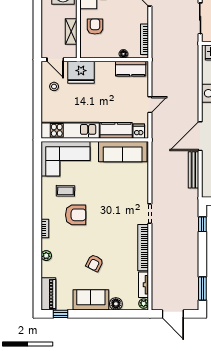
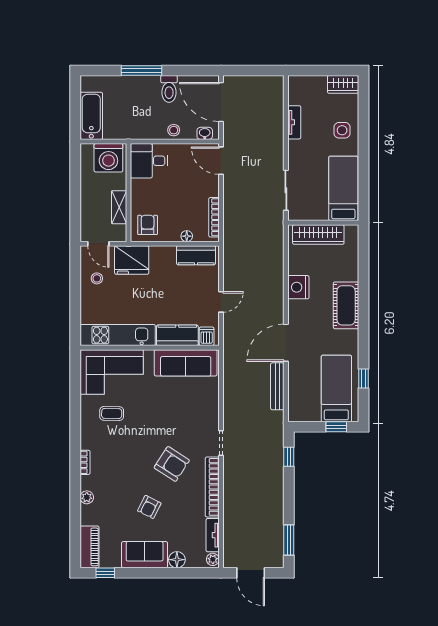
armchair: (95, 26) -> (148, 225), moved
armchair: (76, 215) -> (172, 464), moved, turned 33

